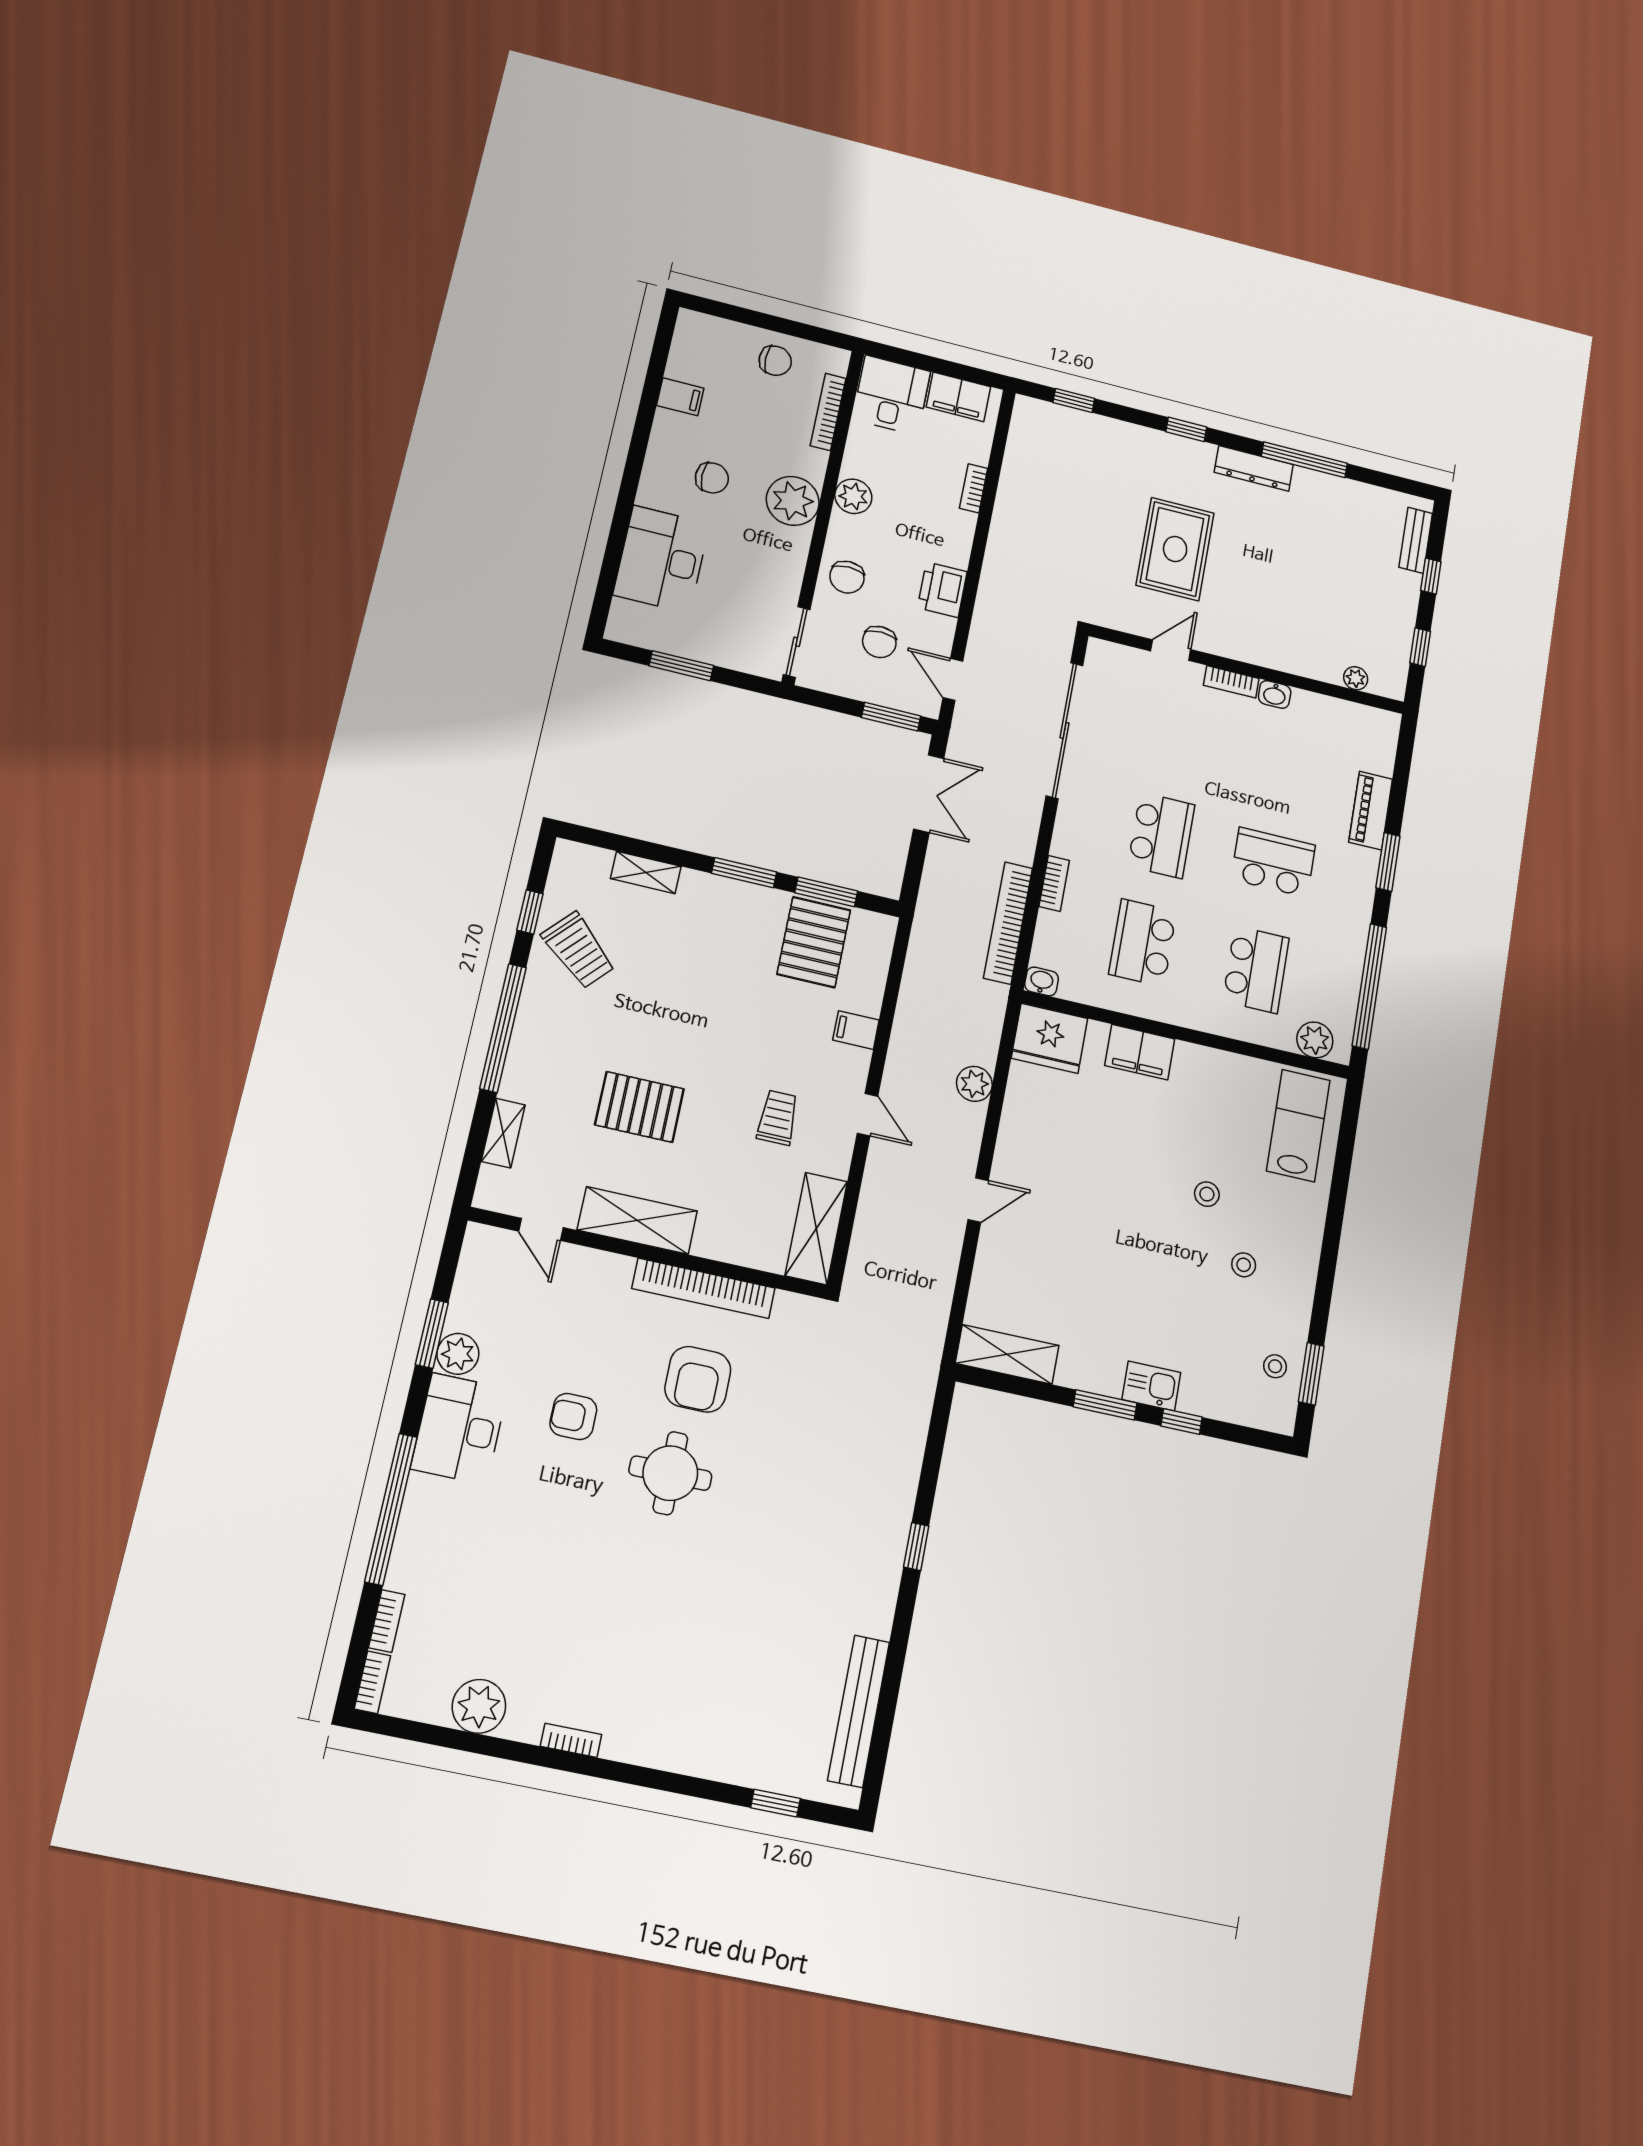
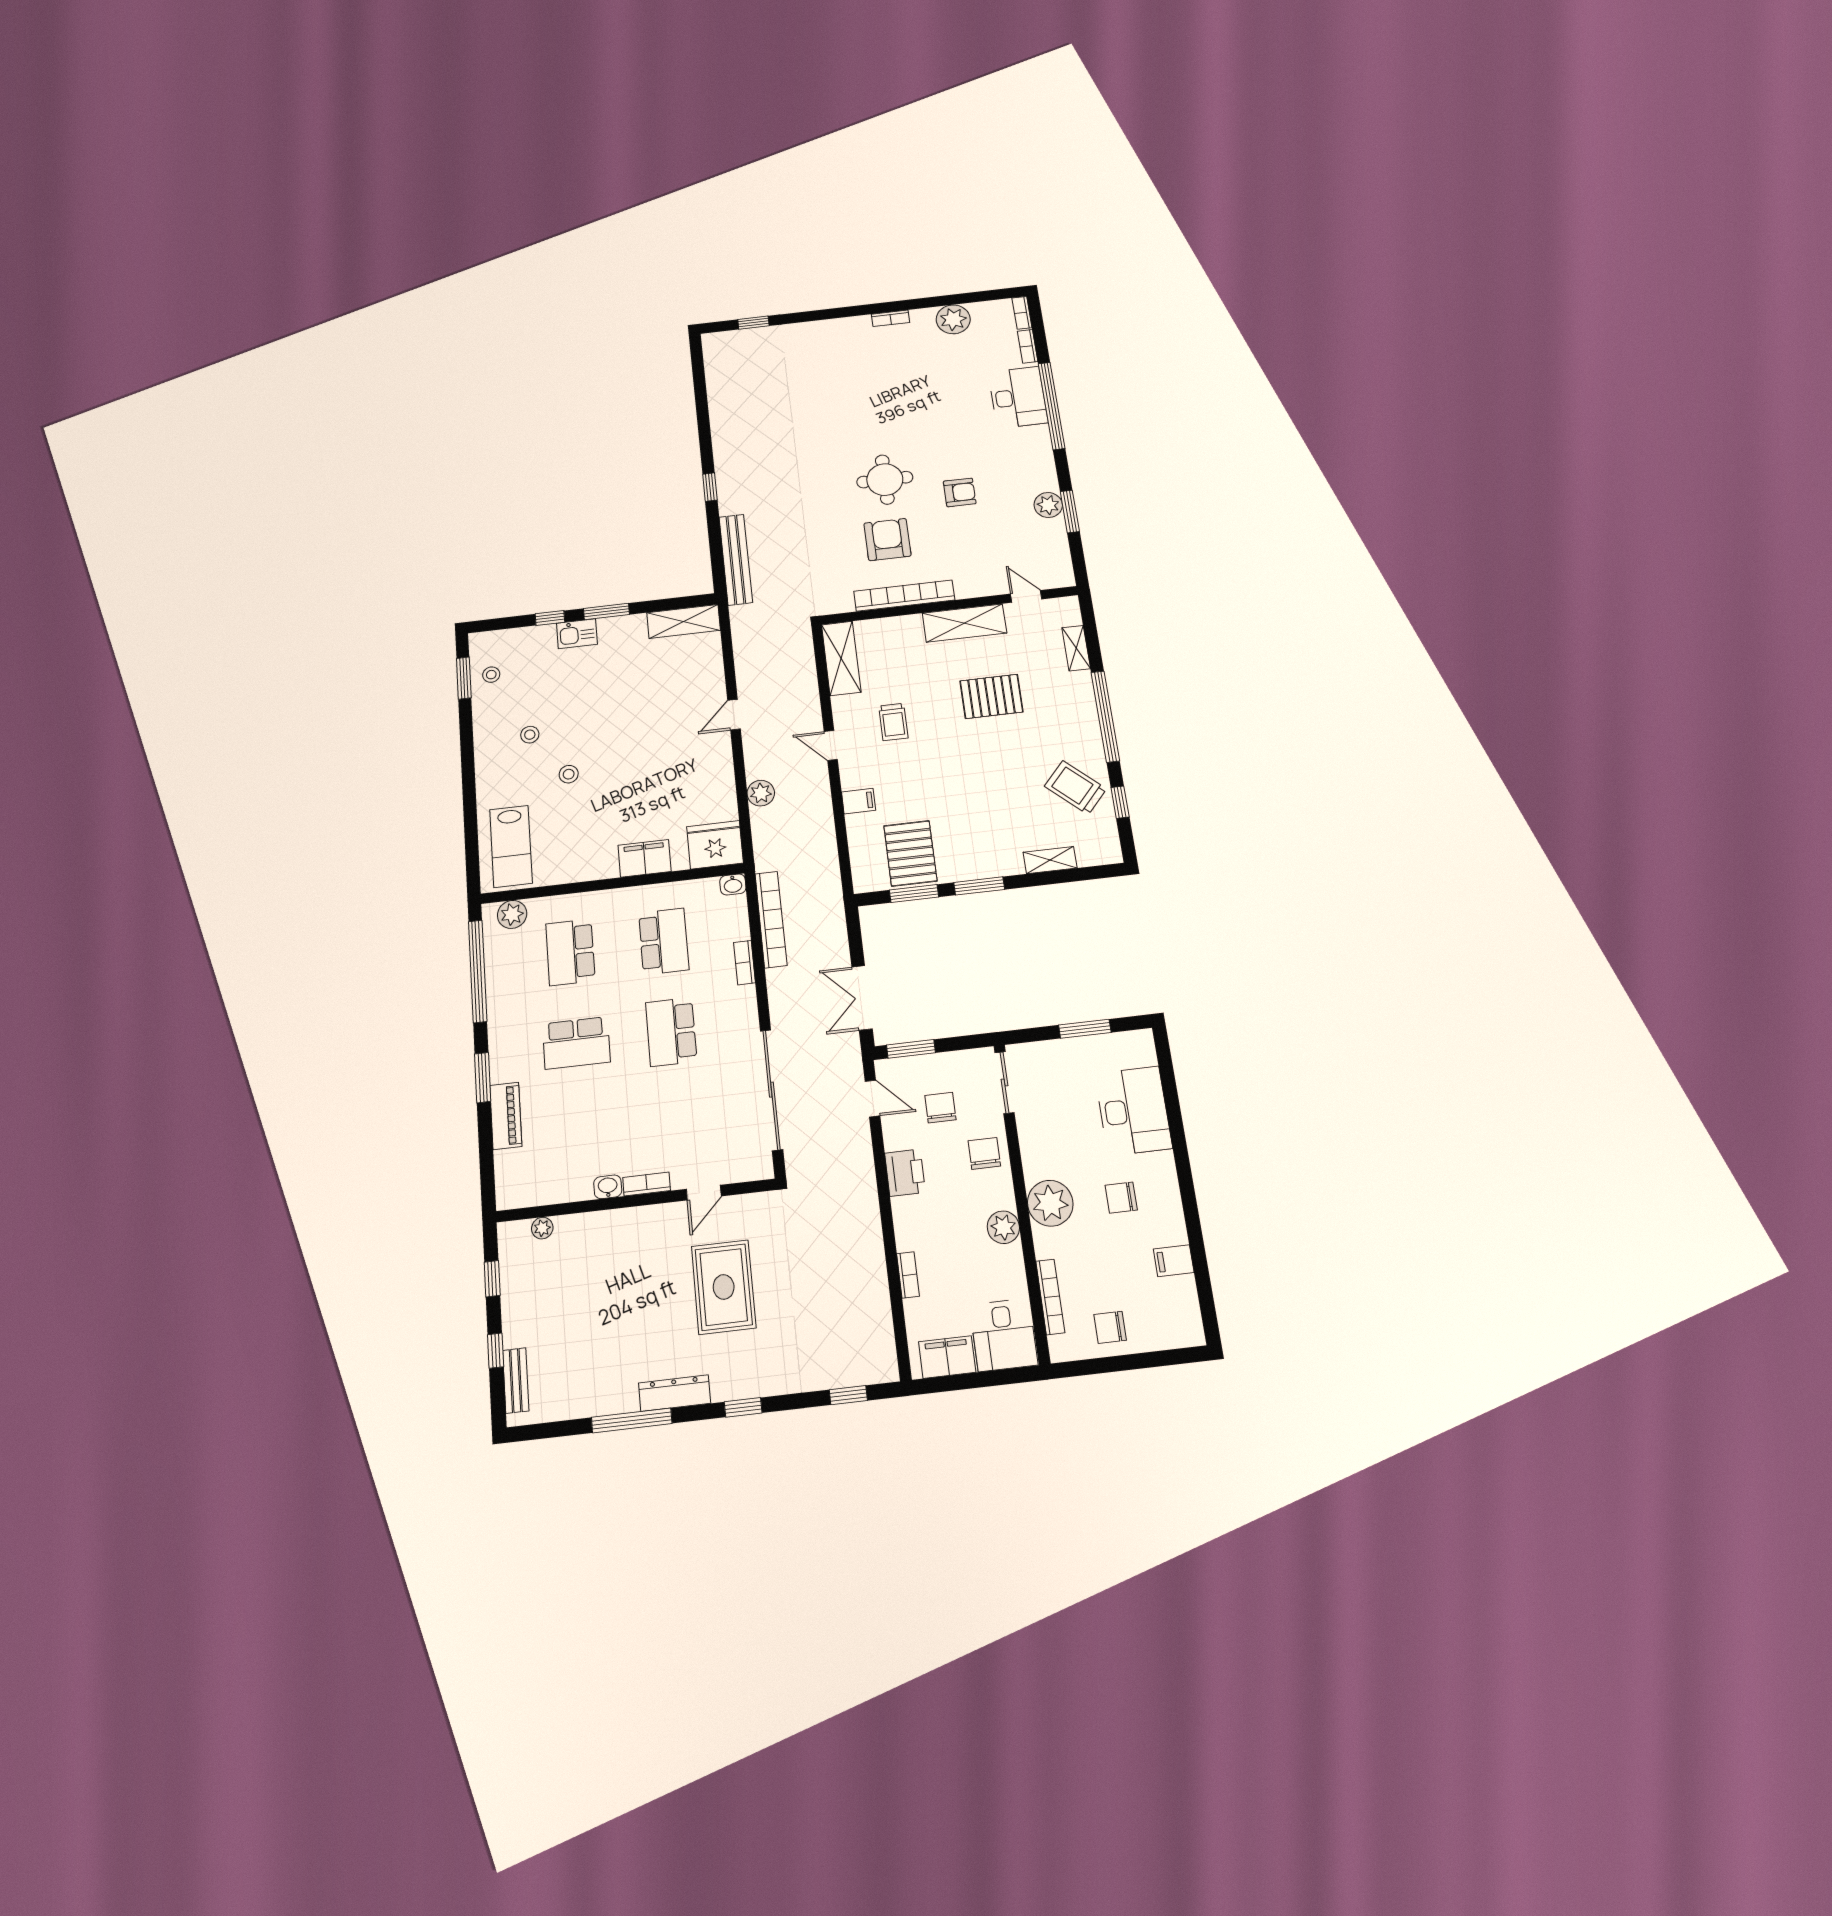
desk: (459, 1429) -> (1018, 397), moved
bench: (859, 1711) -> (736, 560), moved

